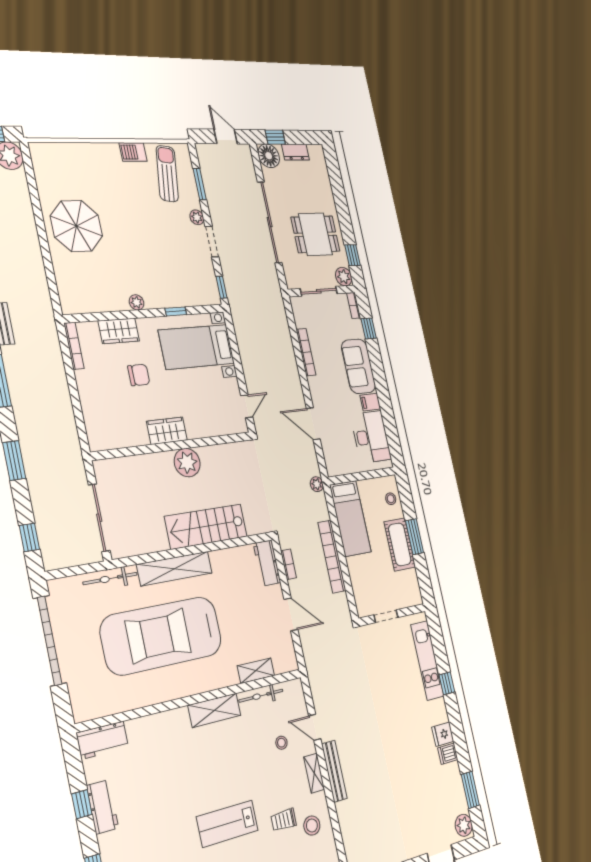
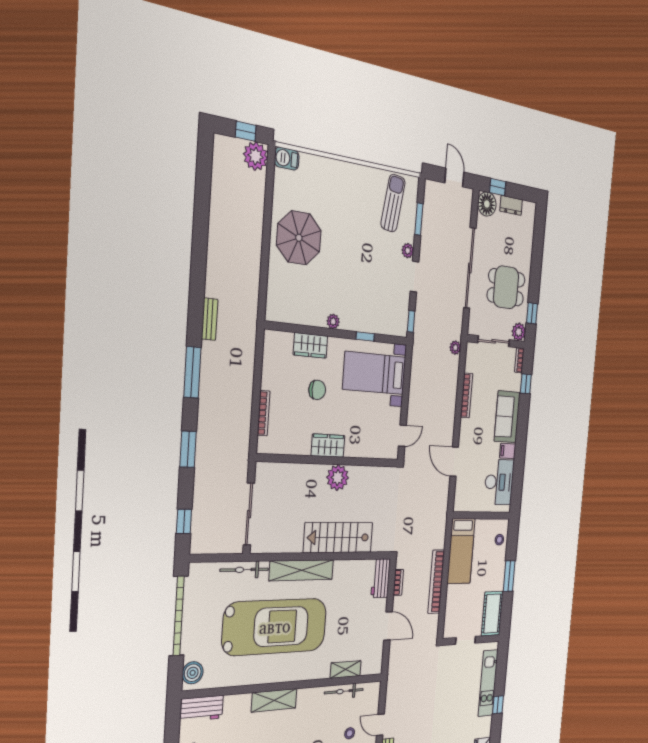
barbecue: (133, 152) -> (287, 159), moved
bookcase: (74, 346) -> (264, 413), moved
plant: (317, 484) -> (455, 348), moved
cot: (400, 544) -> (492, 614), moved
car: (162, 636) -> (275, 627), turned 180
boiler: (82, 701) -> (193, 673), added
shelving: (214, 710) -> (274, 700), moved

